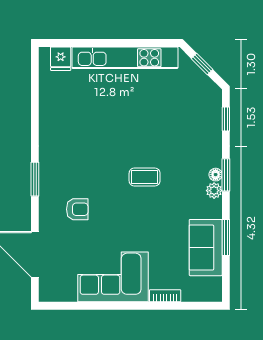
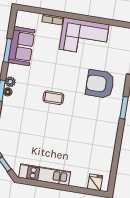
kitchen unit: (125, 58) -> (45, 175), width x0.73
armchair: (77, 209) -> (100, 84), width x1.88, depth x1.88

